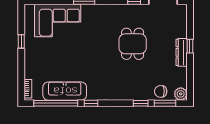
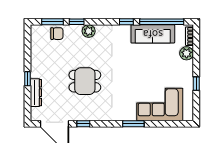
dining table: (133, 44) -> (85, 81), turned 90
dresser: (182, 52) -> (36, 93), moved
plant: (31, 72) -> (187, 53), added
plant: (181, 94) -> (89, 31), moved

